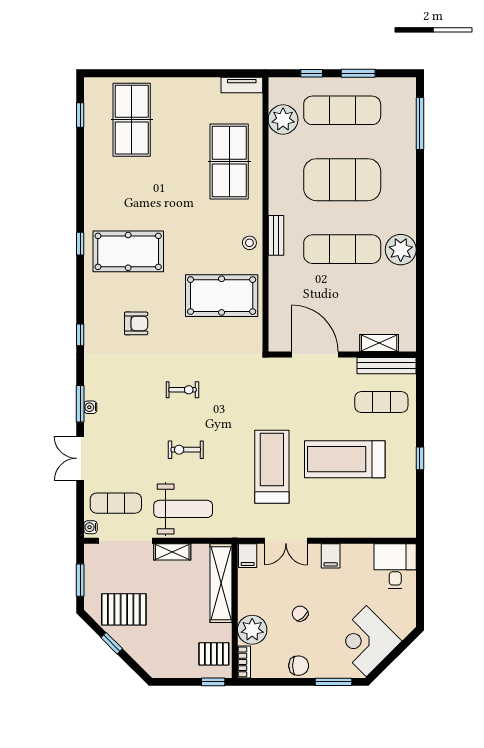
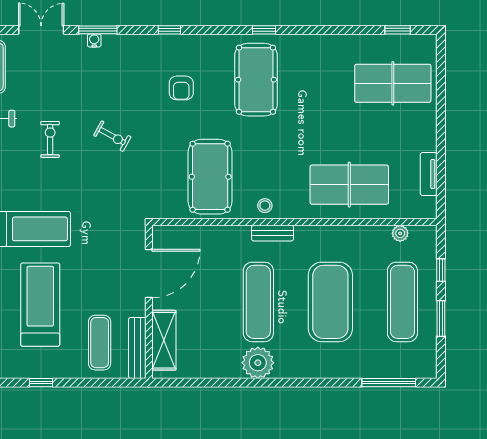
tv unit: (242, 85) -> (429, 174), moved
plant: (283, 120) -> (400, 233), width x0.53, depth x0.53
shelving: (379, 343) -> (164, 340), width x1.50, depth x1.33
exercise bike: (183, 390) -> (112, 136), turned -61

